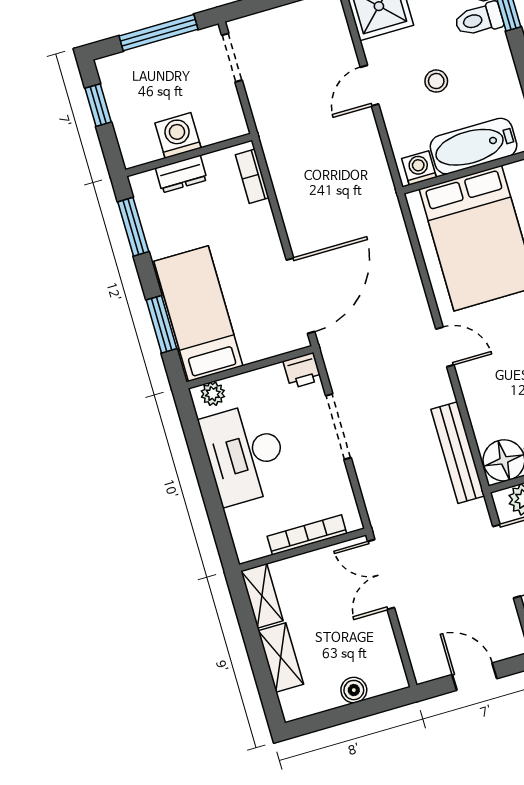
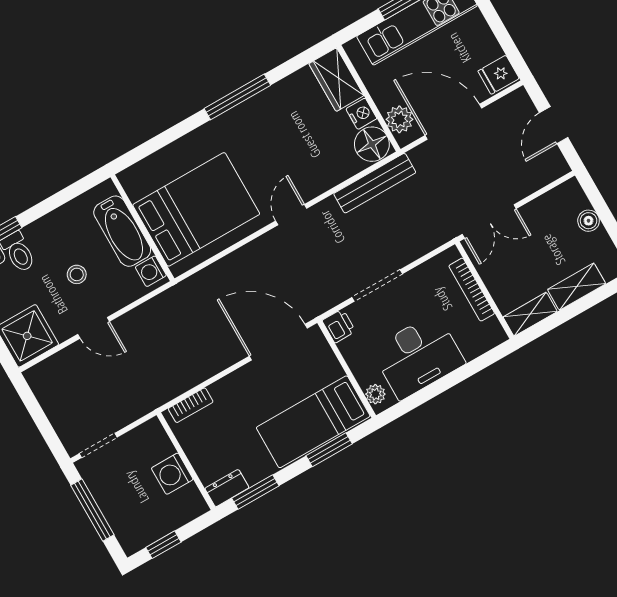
dresser: (181, 174) -> (227, 488), moved, turned -90

